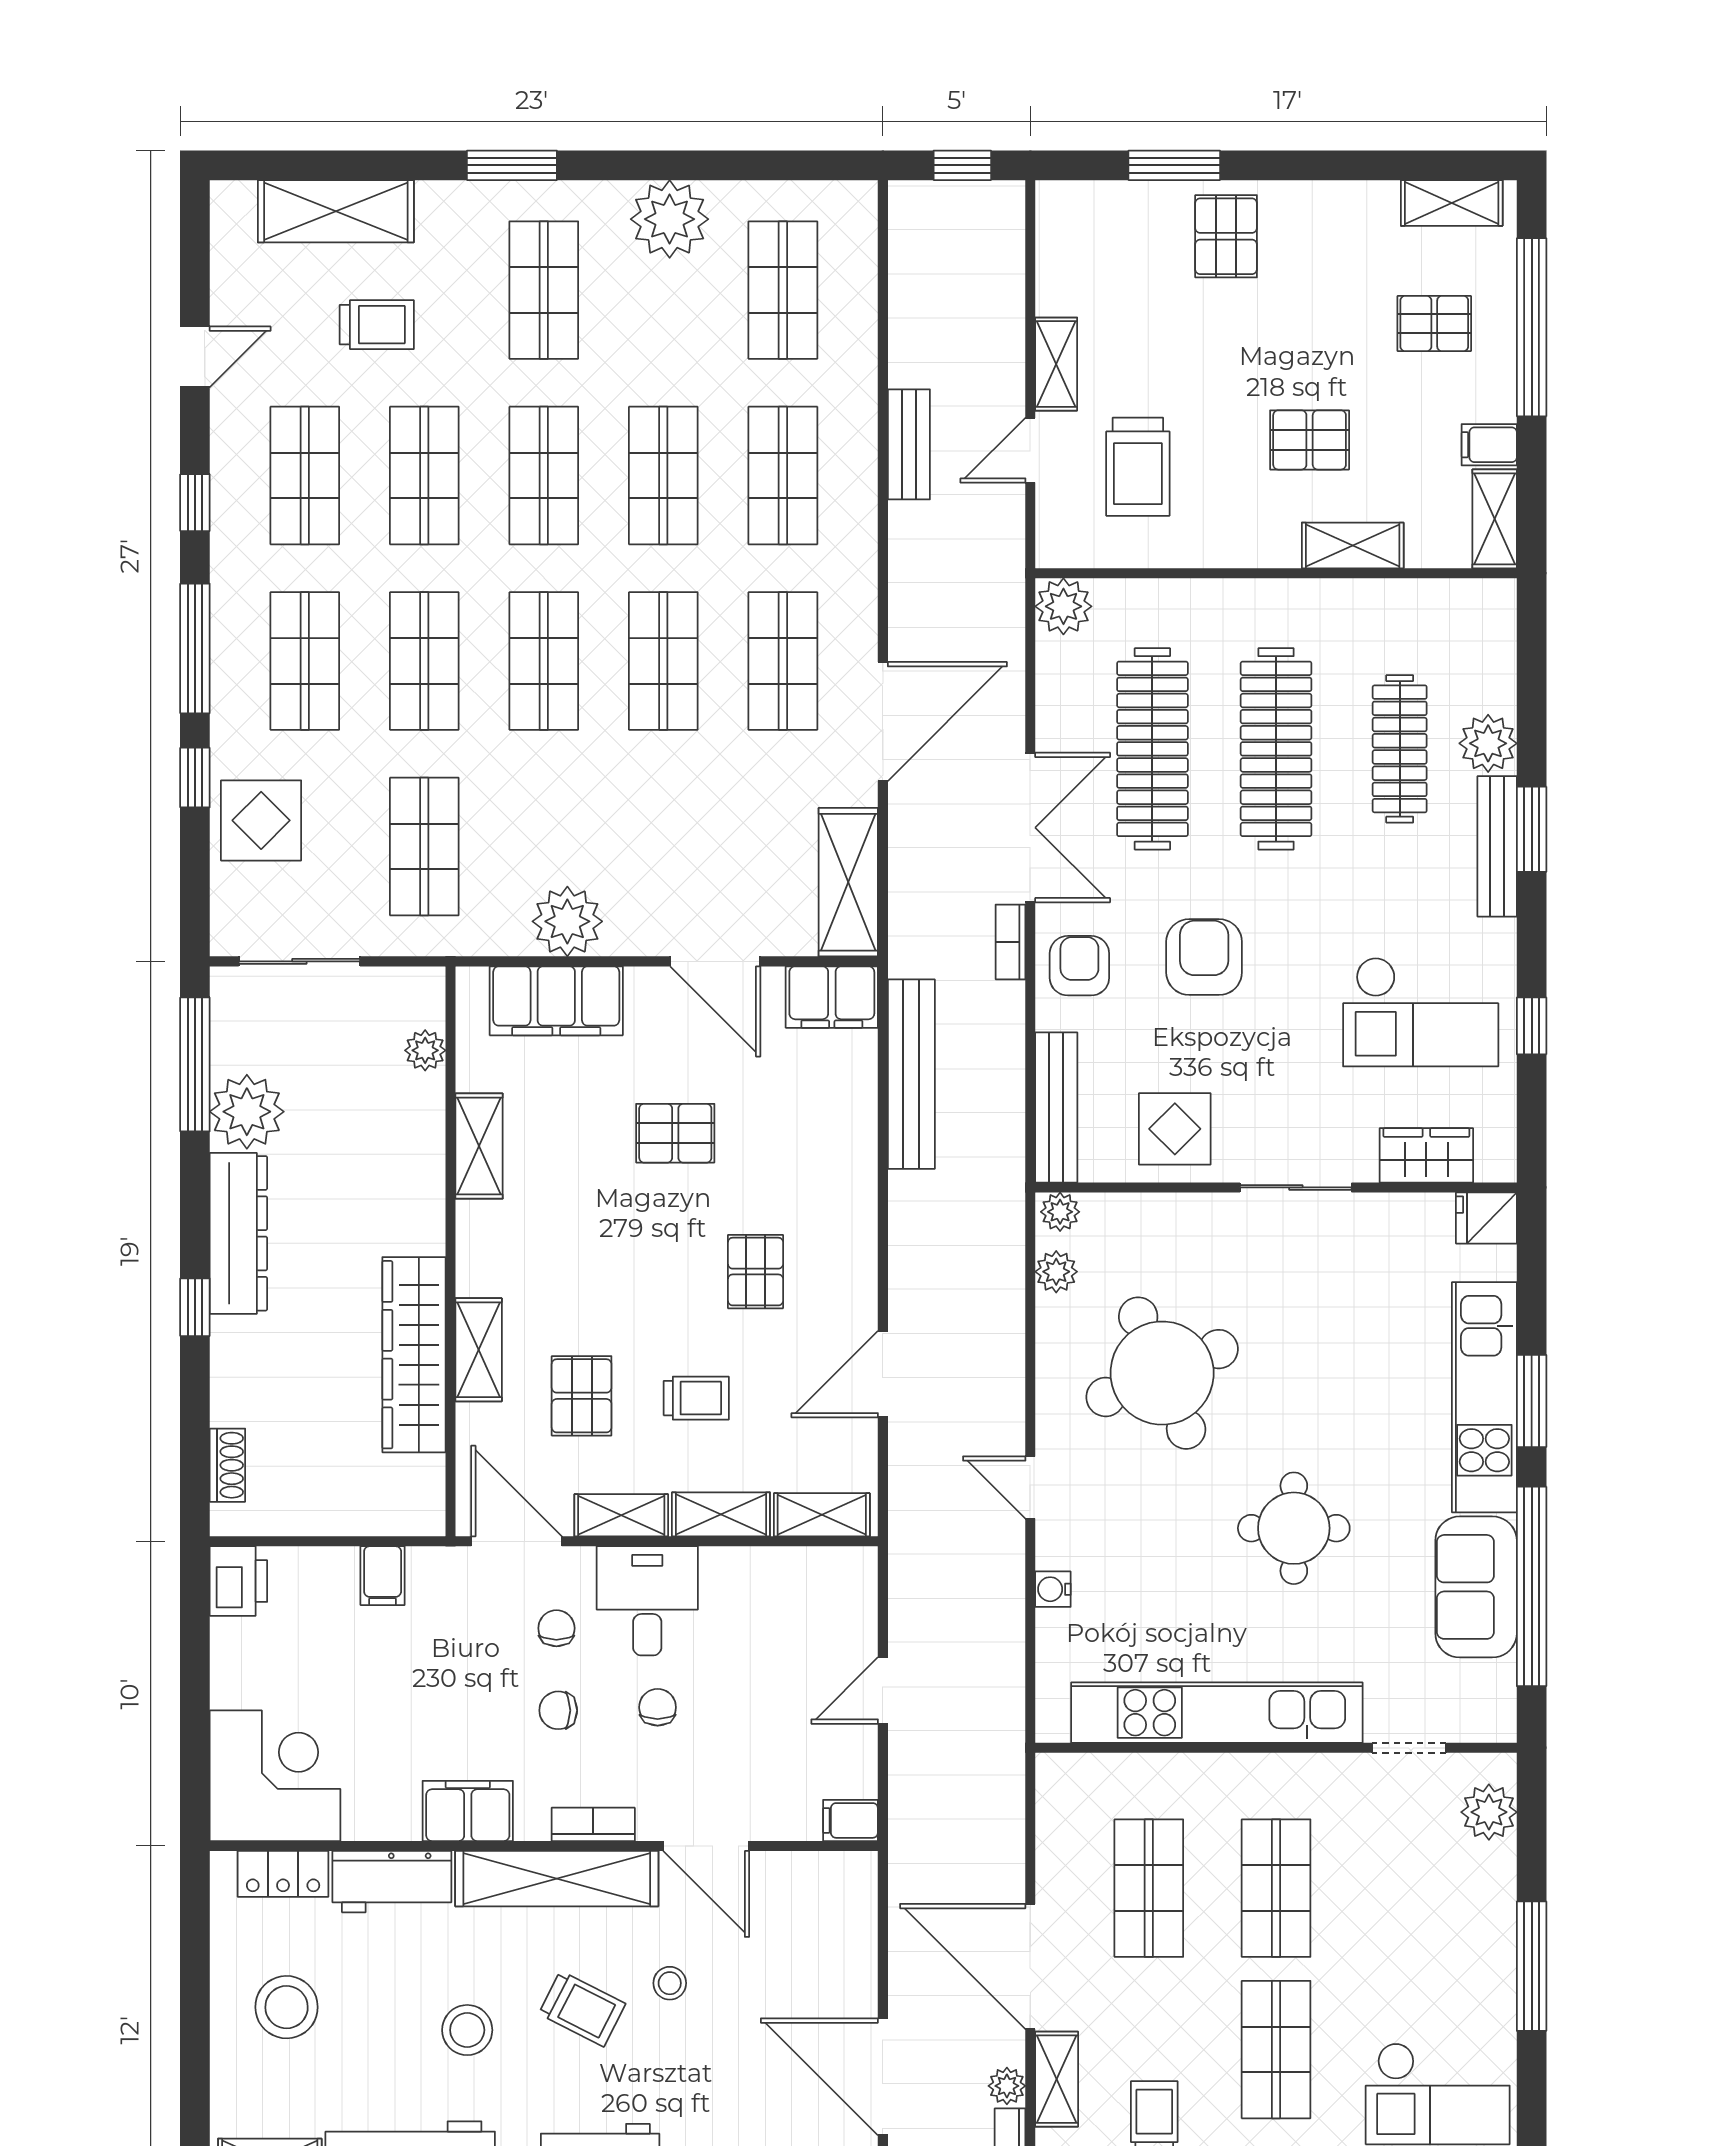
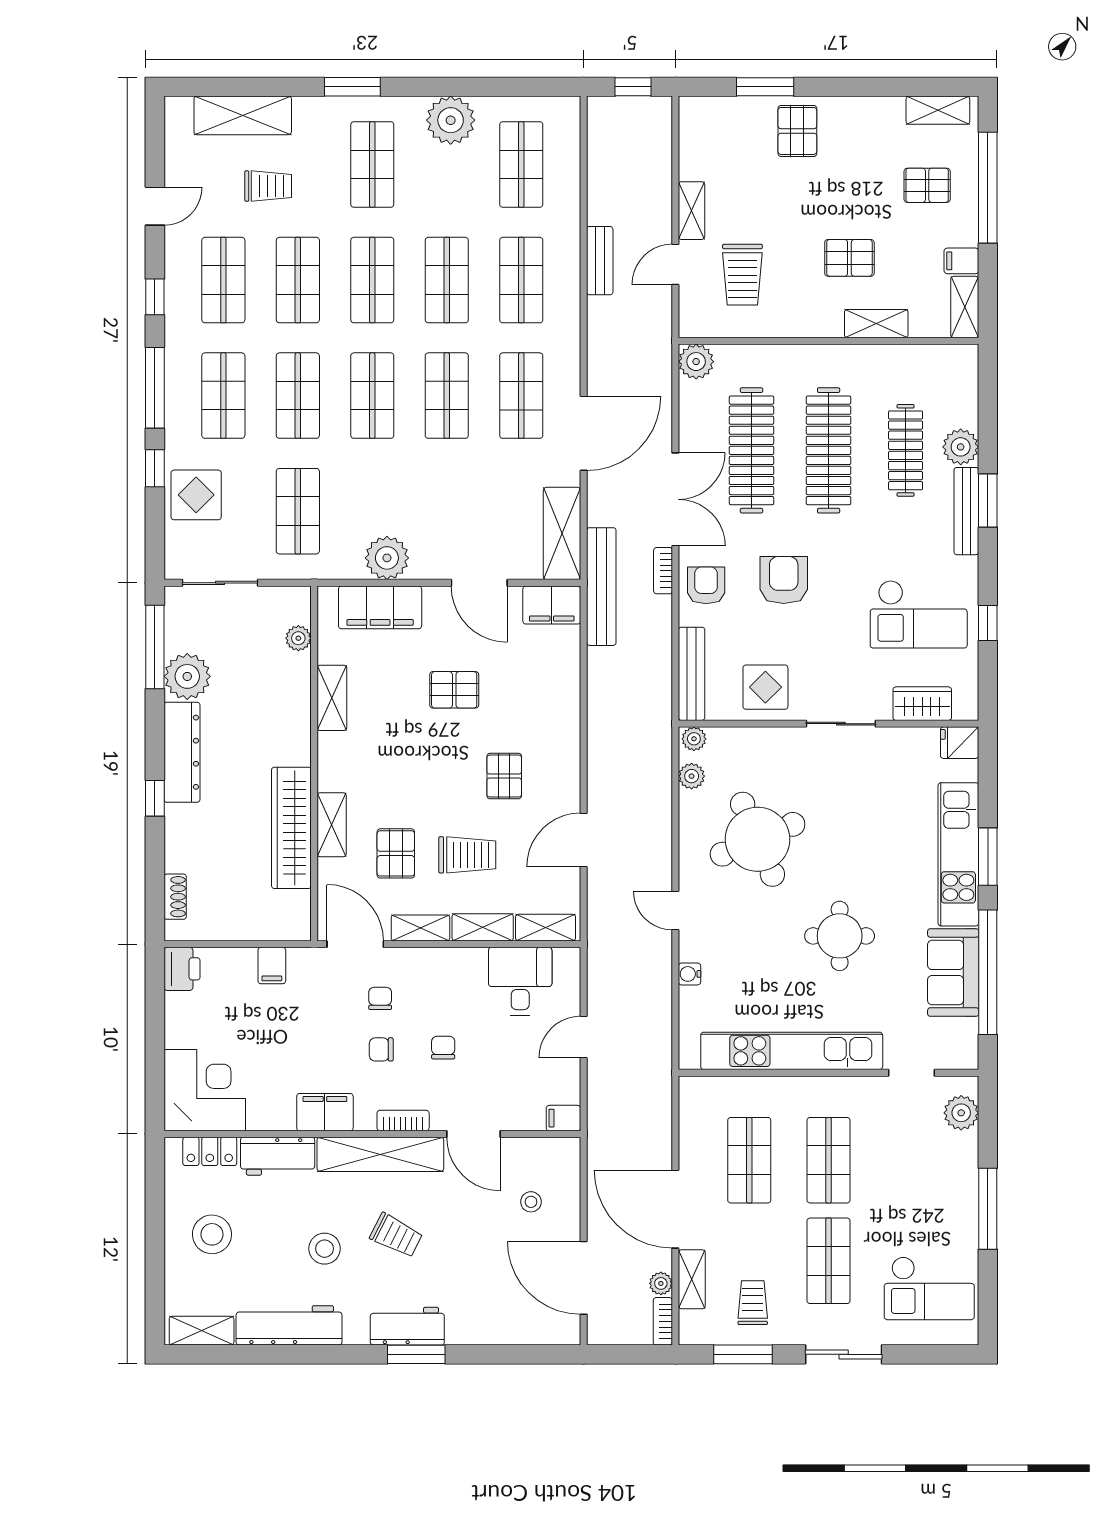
bench: (911, 1074) -> (601, 587), moved
trolley: (696, 1398) -> (467, 855), width x1.36, depth x1.39
desk: (647, 1601) -> (520, 981), moved
stool: (670, 1983) -> (531, 1202), moved

